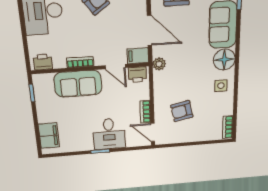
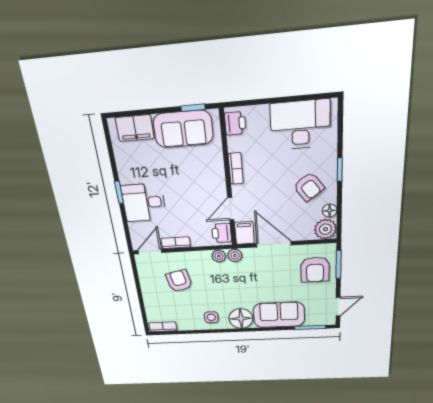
door: (149, 31) -> (274, 244), swing flipped
plant: (159, 77) -> (219, 256), added
sofa: (78, 84) -> (183, 129), moved, turned -90

